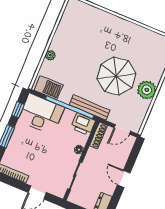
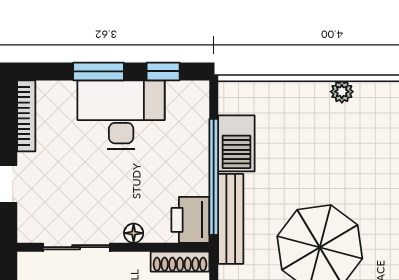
plant: (50, 55) -> (342, 92), moved
barbecue: (48, 88) -> (236, 143), moved
desk: (41, 114) -> (121, 115), moved, turned -90

